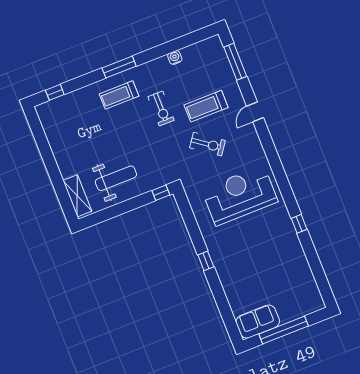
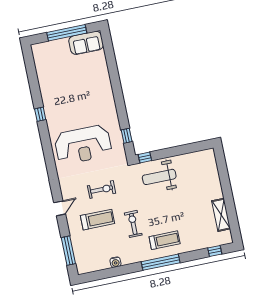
window: (119, 67) -> (161, 262), width x1.46
exercise bike: (207, 144) -> (102, 189), turned 144
weight bench: (116, 178) -> (159, 177), moved
shelving: (77, 196) -> (221, 215), moved
window: (206, 261) -> (127, 136), moved

